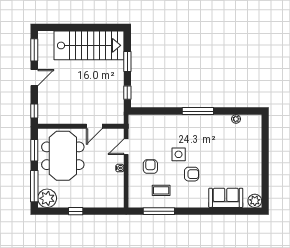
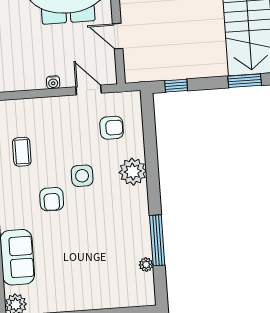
window: (127, 61) -> (245, 81), moved
window: (198, 111) -> (157, 240), moved
plant: (178, 123) -> (133, 172), added
armchair: (150, 167) -> (112, 128), moved

